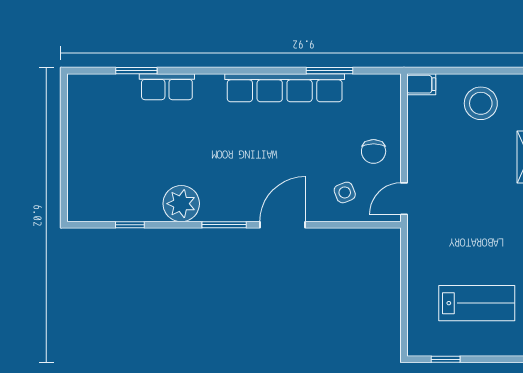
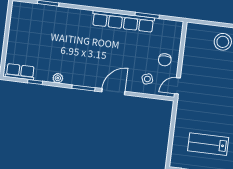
filing cabinet: (421, 84) -> (193, 28), removed
row of seats: (167, 87) -> (20, 72), moved, turned 180
plant: (181, 204) -> (58, 78), width x0.53, depth x0.53
lab bench: (477, 303) -> (208, 144), turned 180

